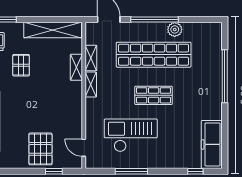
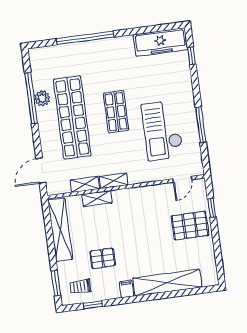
window: (154, 19) -> (31, 98), moved

